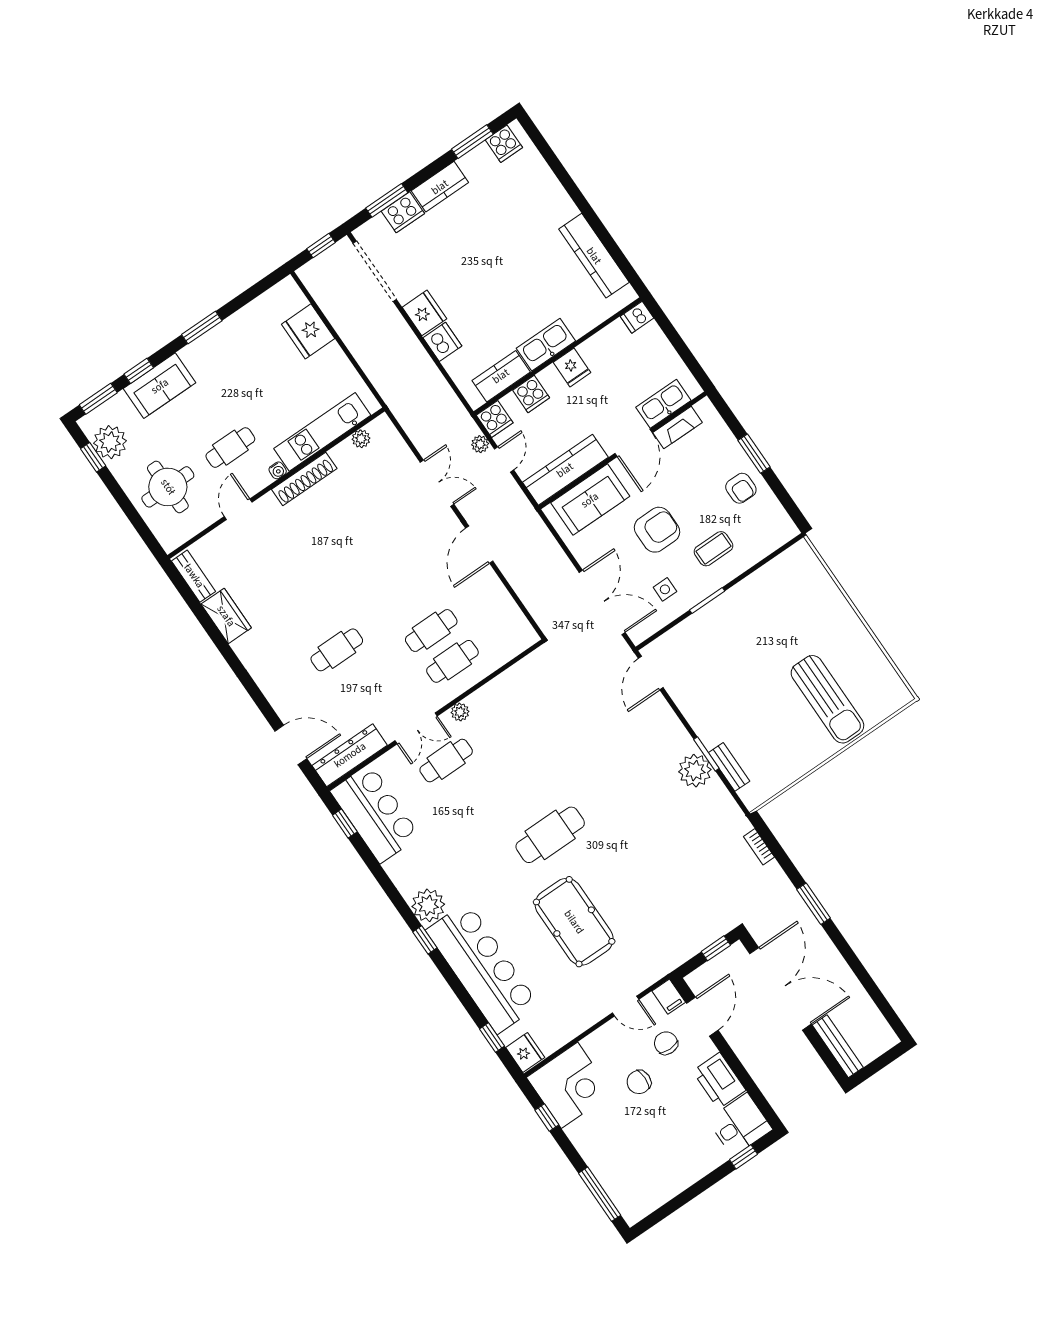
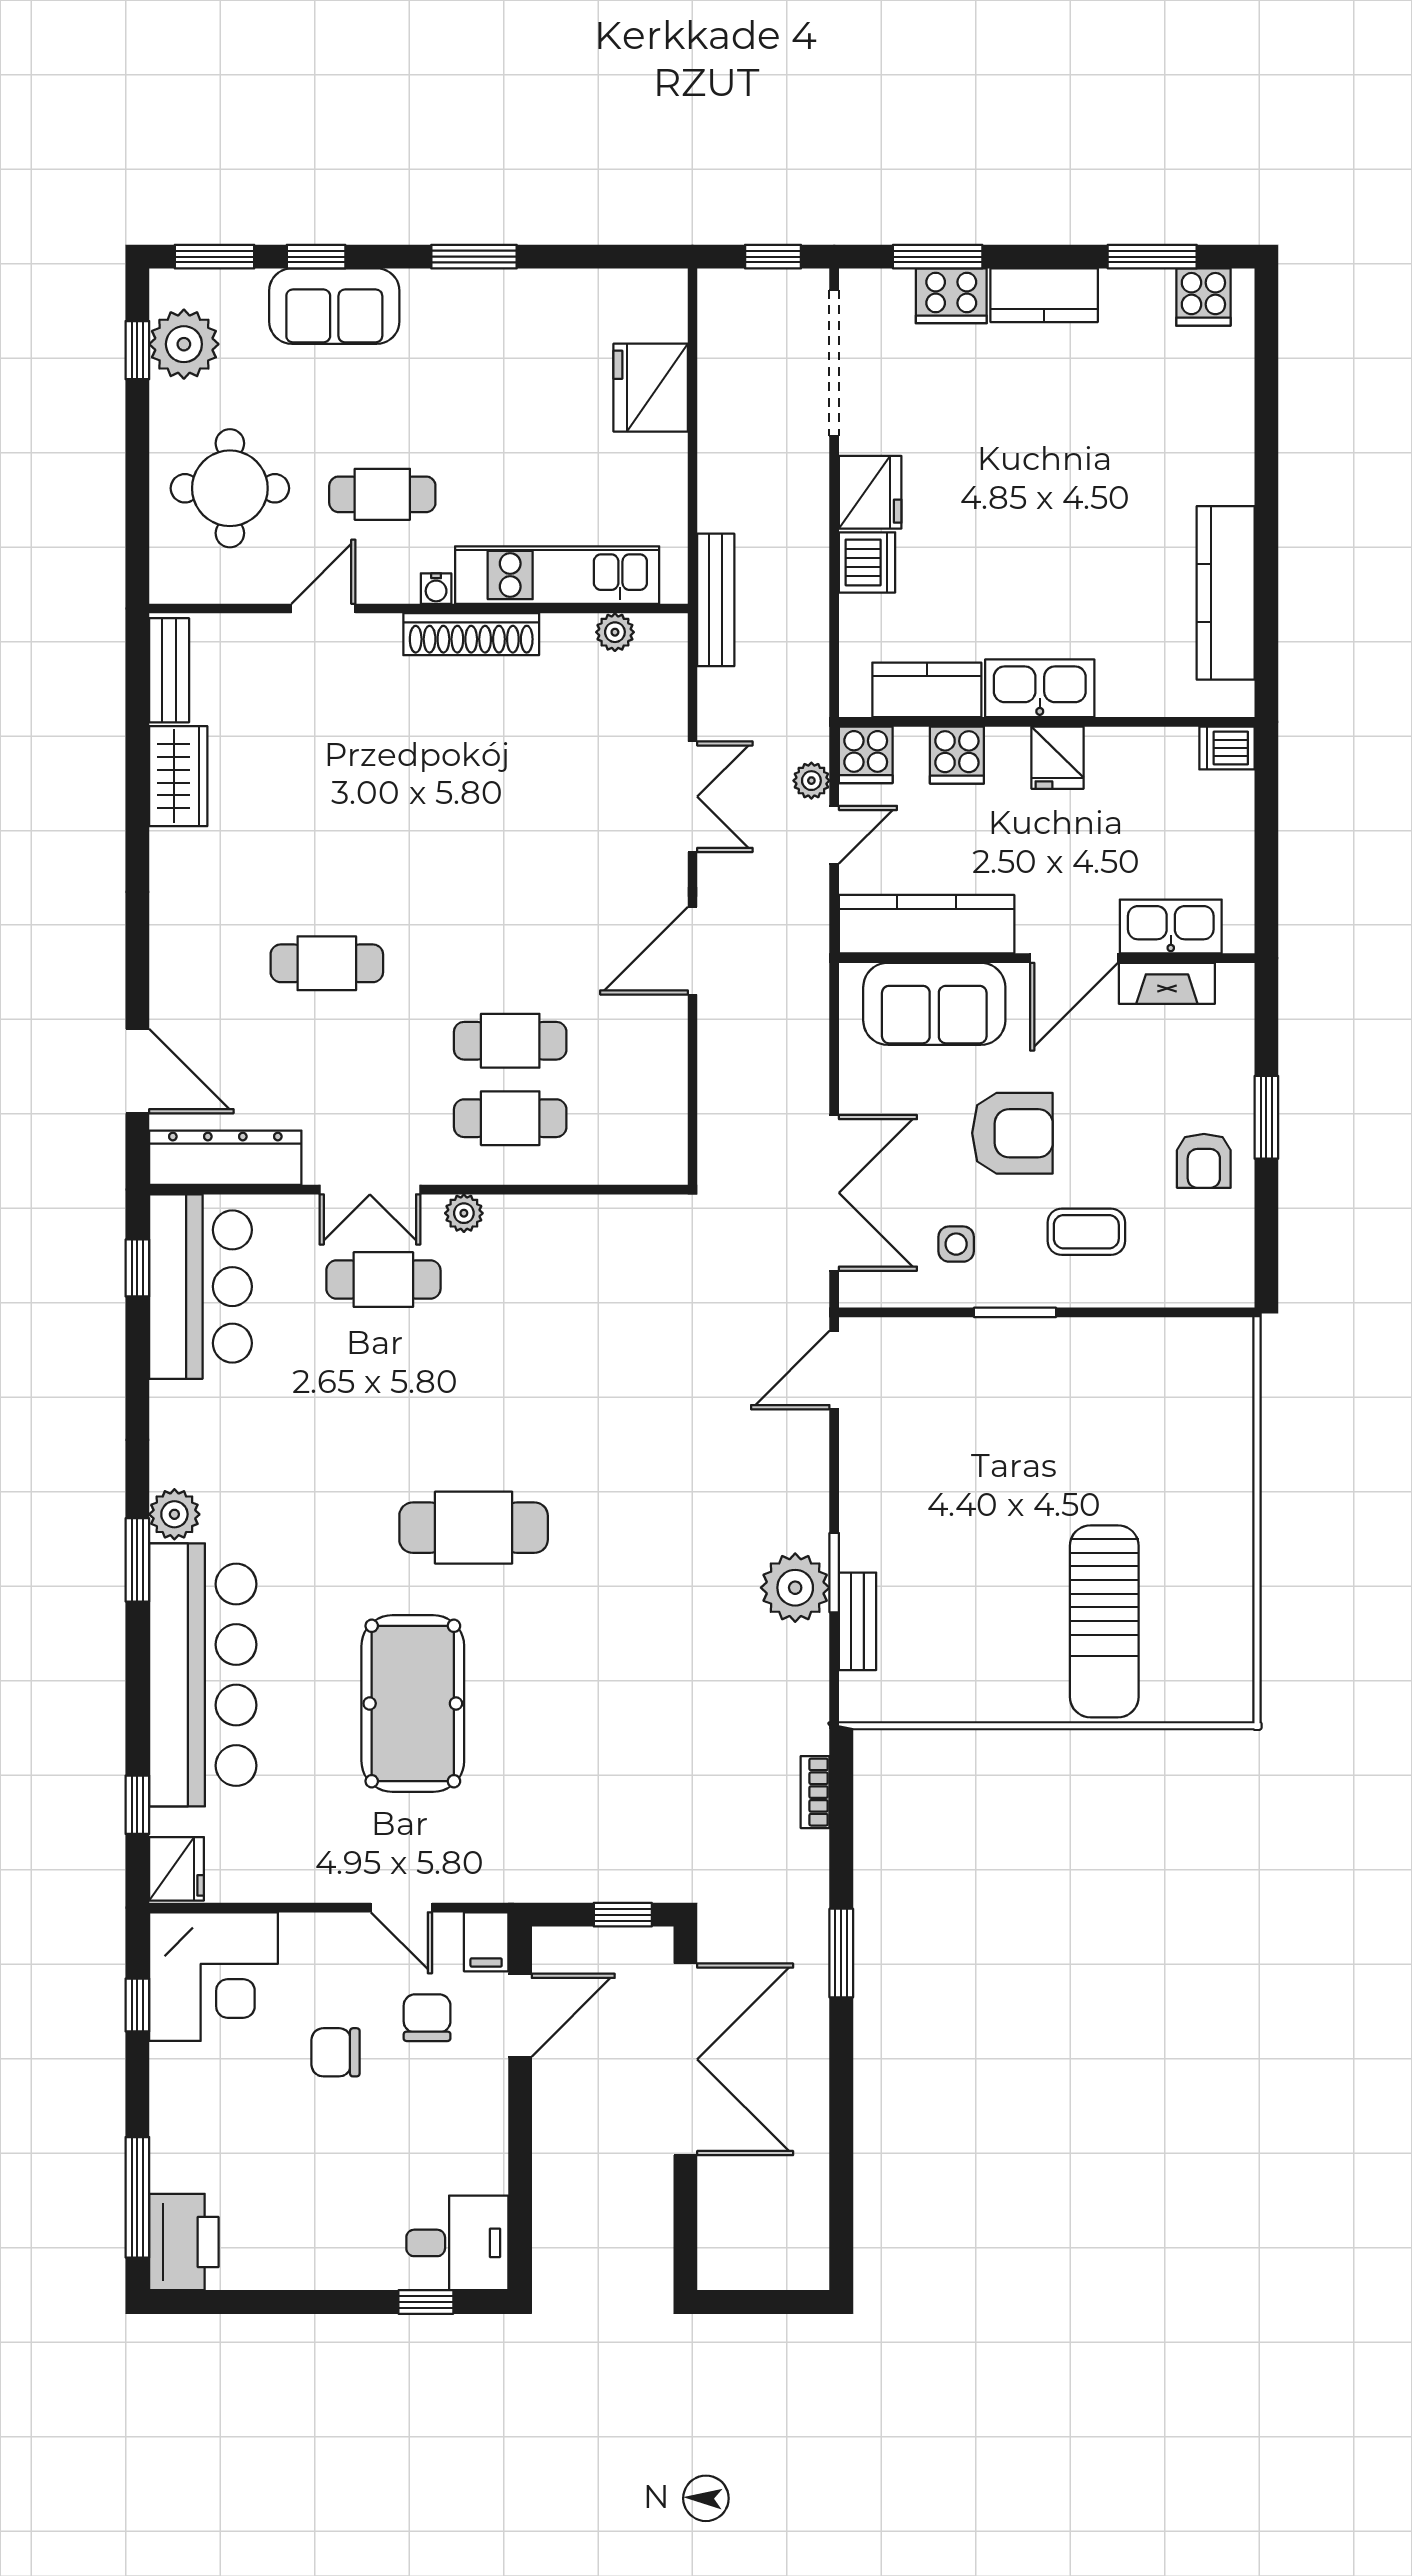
plant: (428, 905) -> (174, 1514), width x0.73, depth x0.73
window: (425, 940) -> (137, 1560), width x1.50
bench: (838, 1046) -> (716, 600), moved
printer: (719, 1081) -> (184, 2242), moved, turned 180

